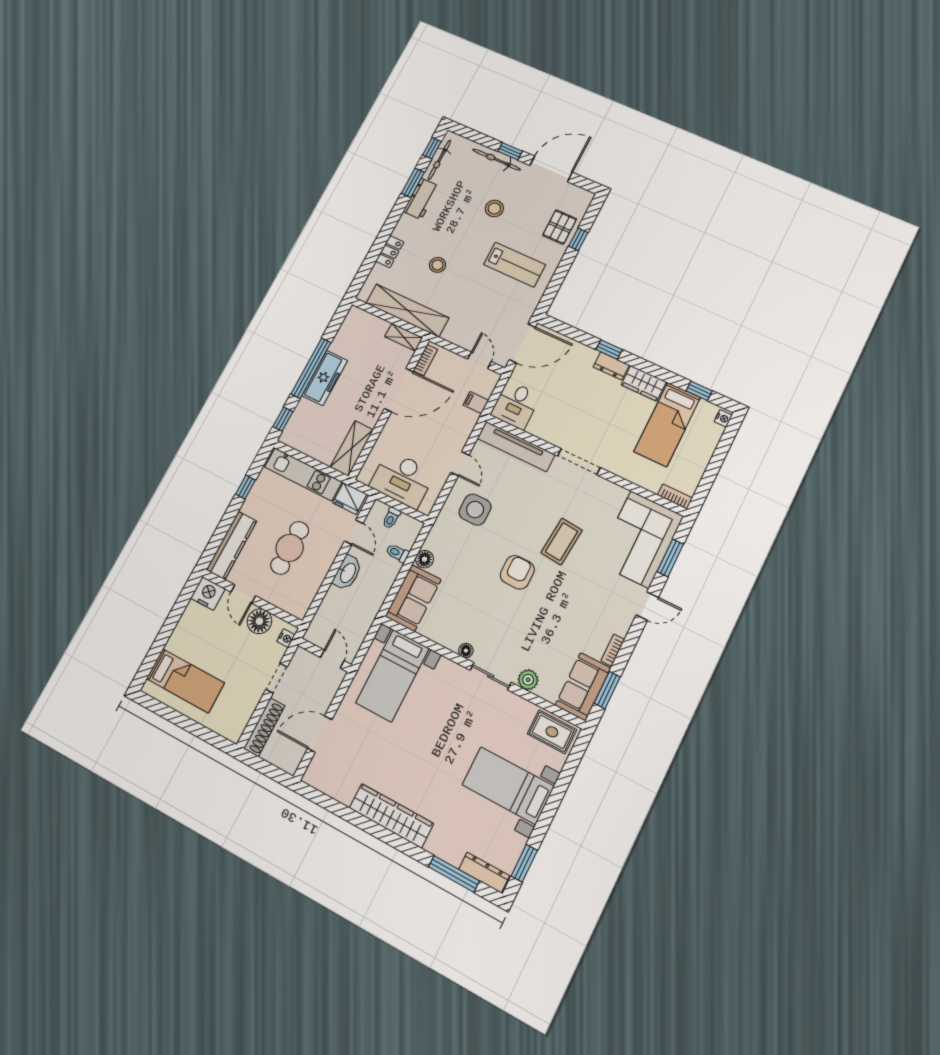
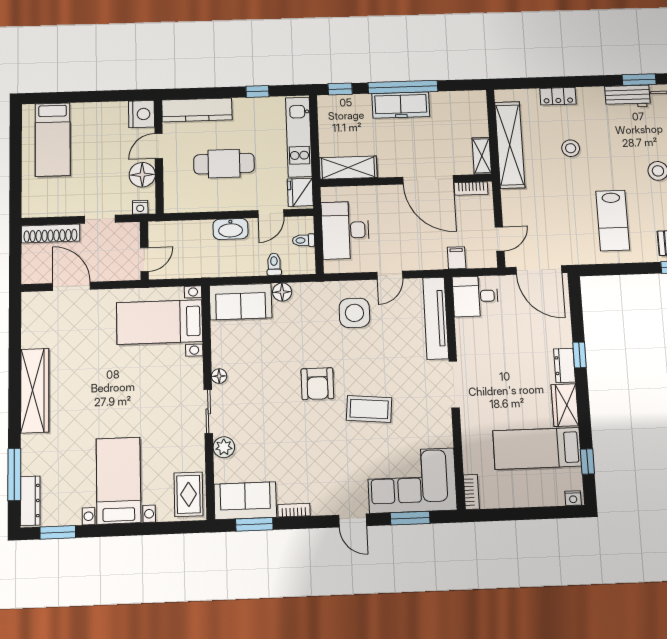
armchair: (517, 572) -> (317, 384), turned 90

